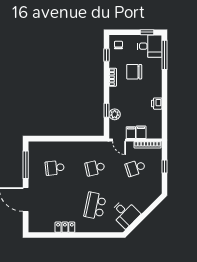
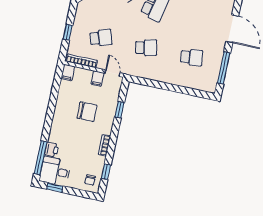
chair: (134, 72) -> (87, 112), moved
printer: (157, 104) -> (52, 150), moved
plant: (115, 114) -> (111, 103), removed
filing cabinet: (141, 132) -> (68, 73), moved

